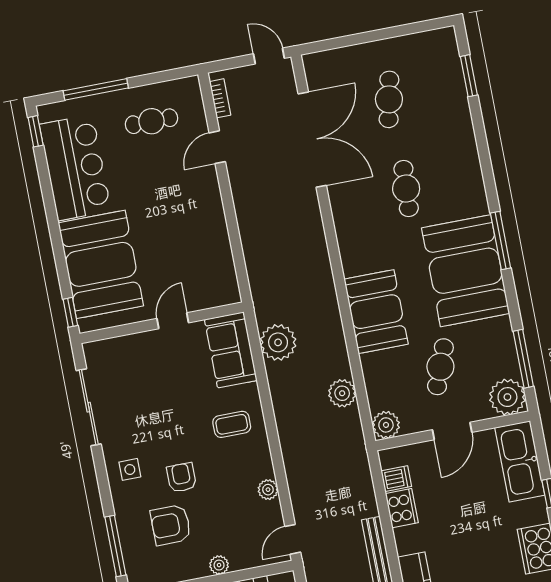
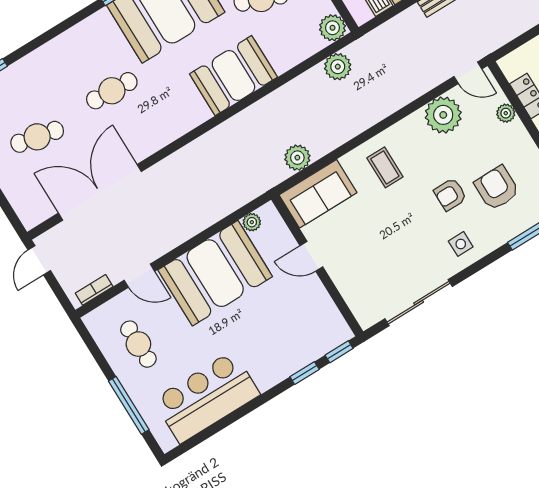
window: (36, 131) -> (305, 373), moved
booth: (101, 264) -> (215, 273), moved
plant: (228, 276) -> (252, 222), added
plant: (278, 342) -> (297, 158), width x0.73, depth x0.73
plant: (342, 393) -> (338, 67), moved
plant: (268, 490) -> (443, 115), width x1.88, depth x1.88
armchair: (171, 525) -> (497, 188), turned 180
plant: (219, 565) -> (506, 113), moved

